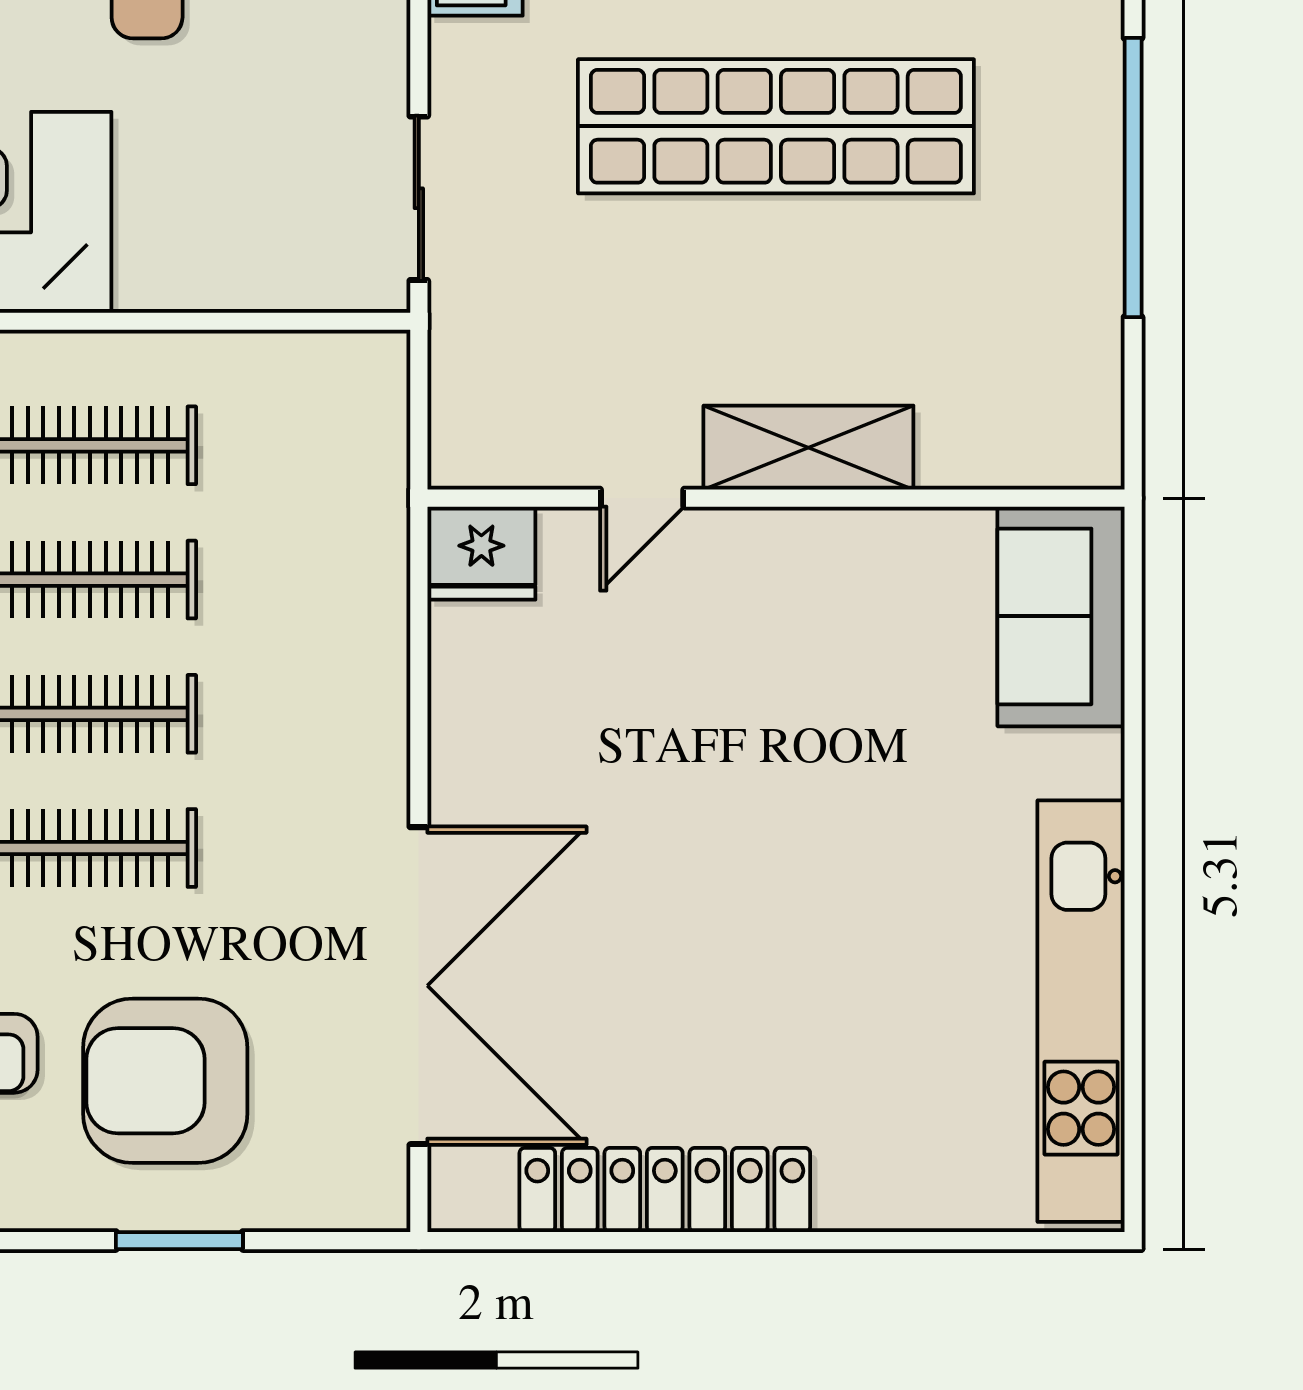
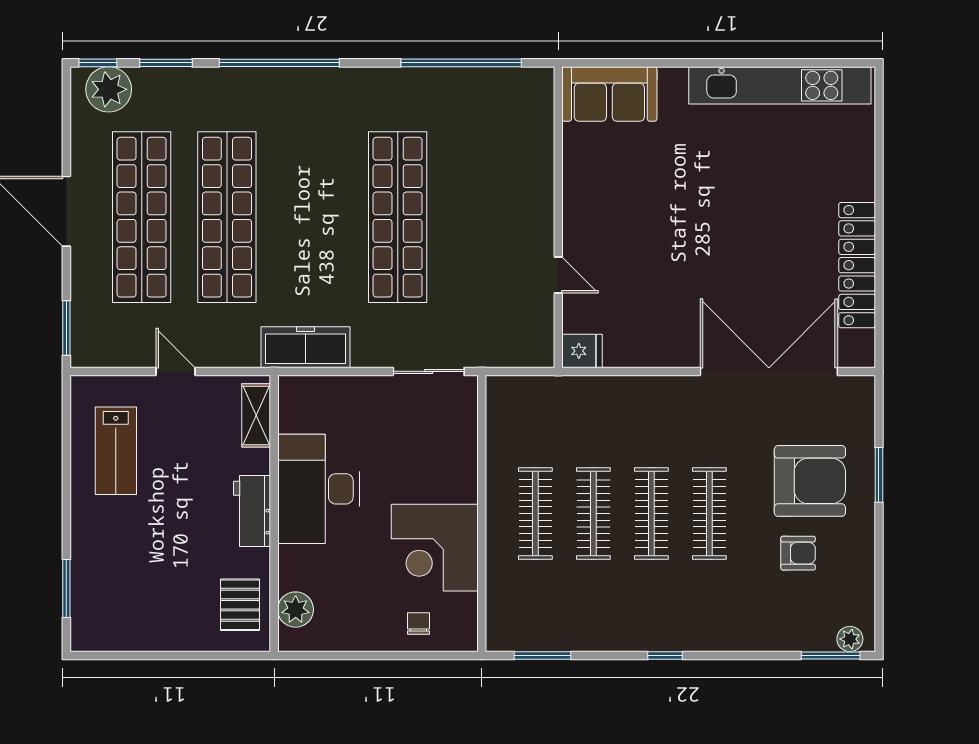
window: (1133, 177) -> (461, 63), moved
shelving: (808, 448) -> (536, 203), removed
fridge: (481, 553) -> (582, 351), width x0.72
armchair: (165, 1081) -> (810, 481), turned -90

